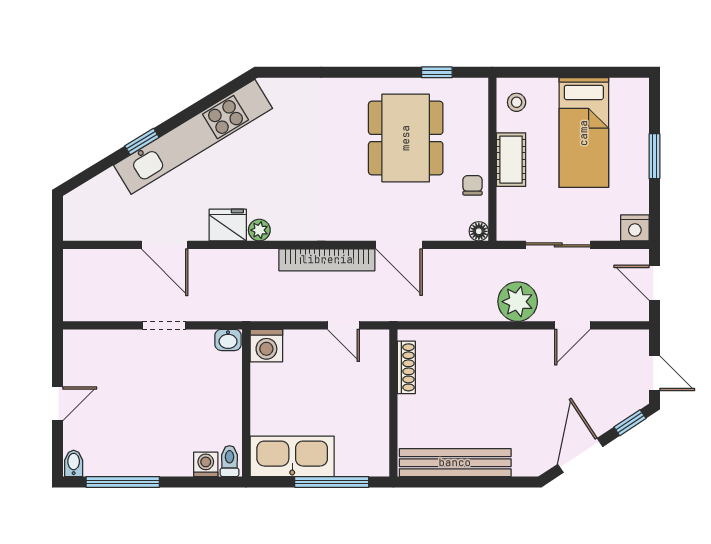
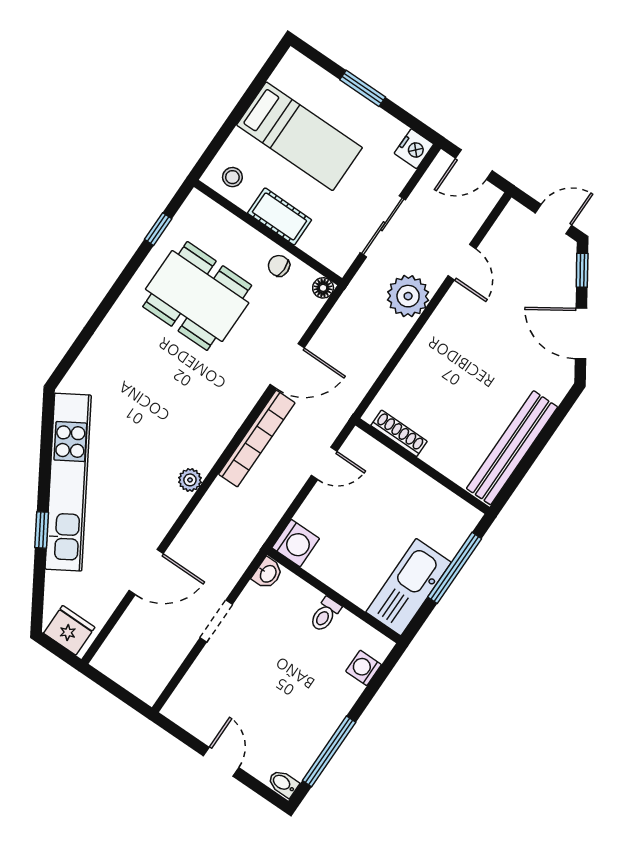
fridge: (228, 225) -> (69, 630), moved, turned 90
toilet: (230, 461) -> (325, 614), moved, turned -90

